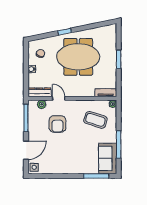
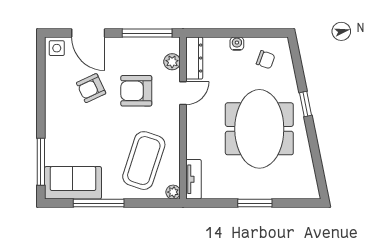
coffee table: (95, 120) -> (144, 161), width x1.36, depth x1.32
armchair: (56, 149) -> (91, 88), added

